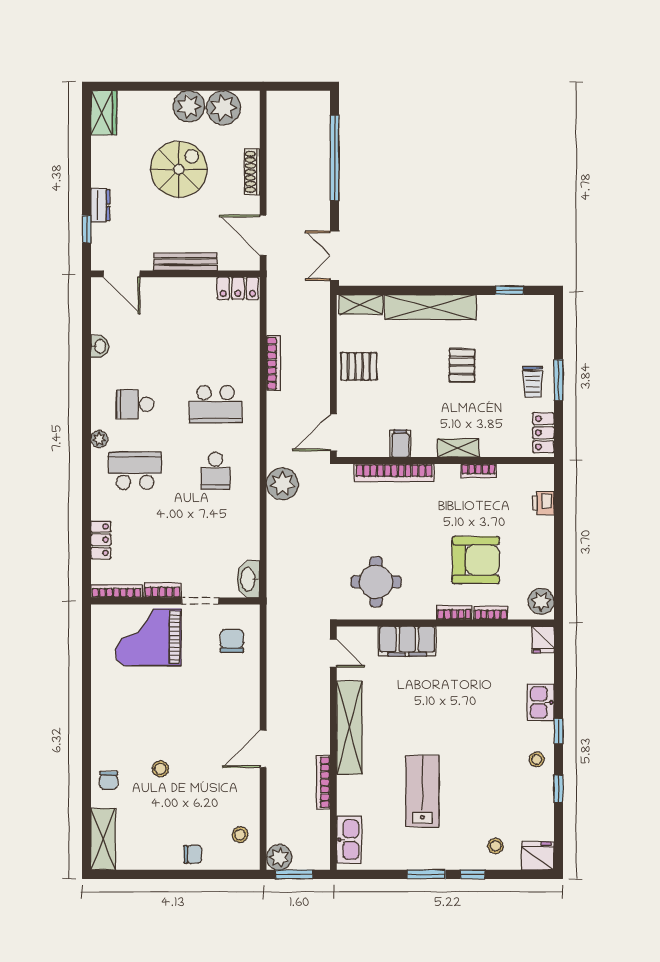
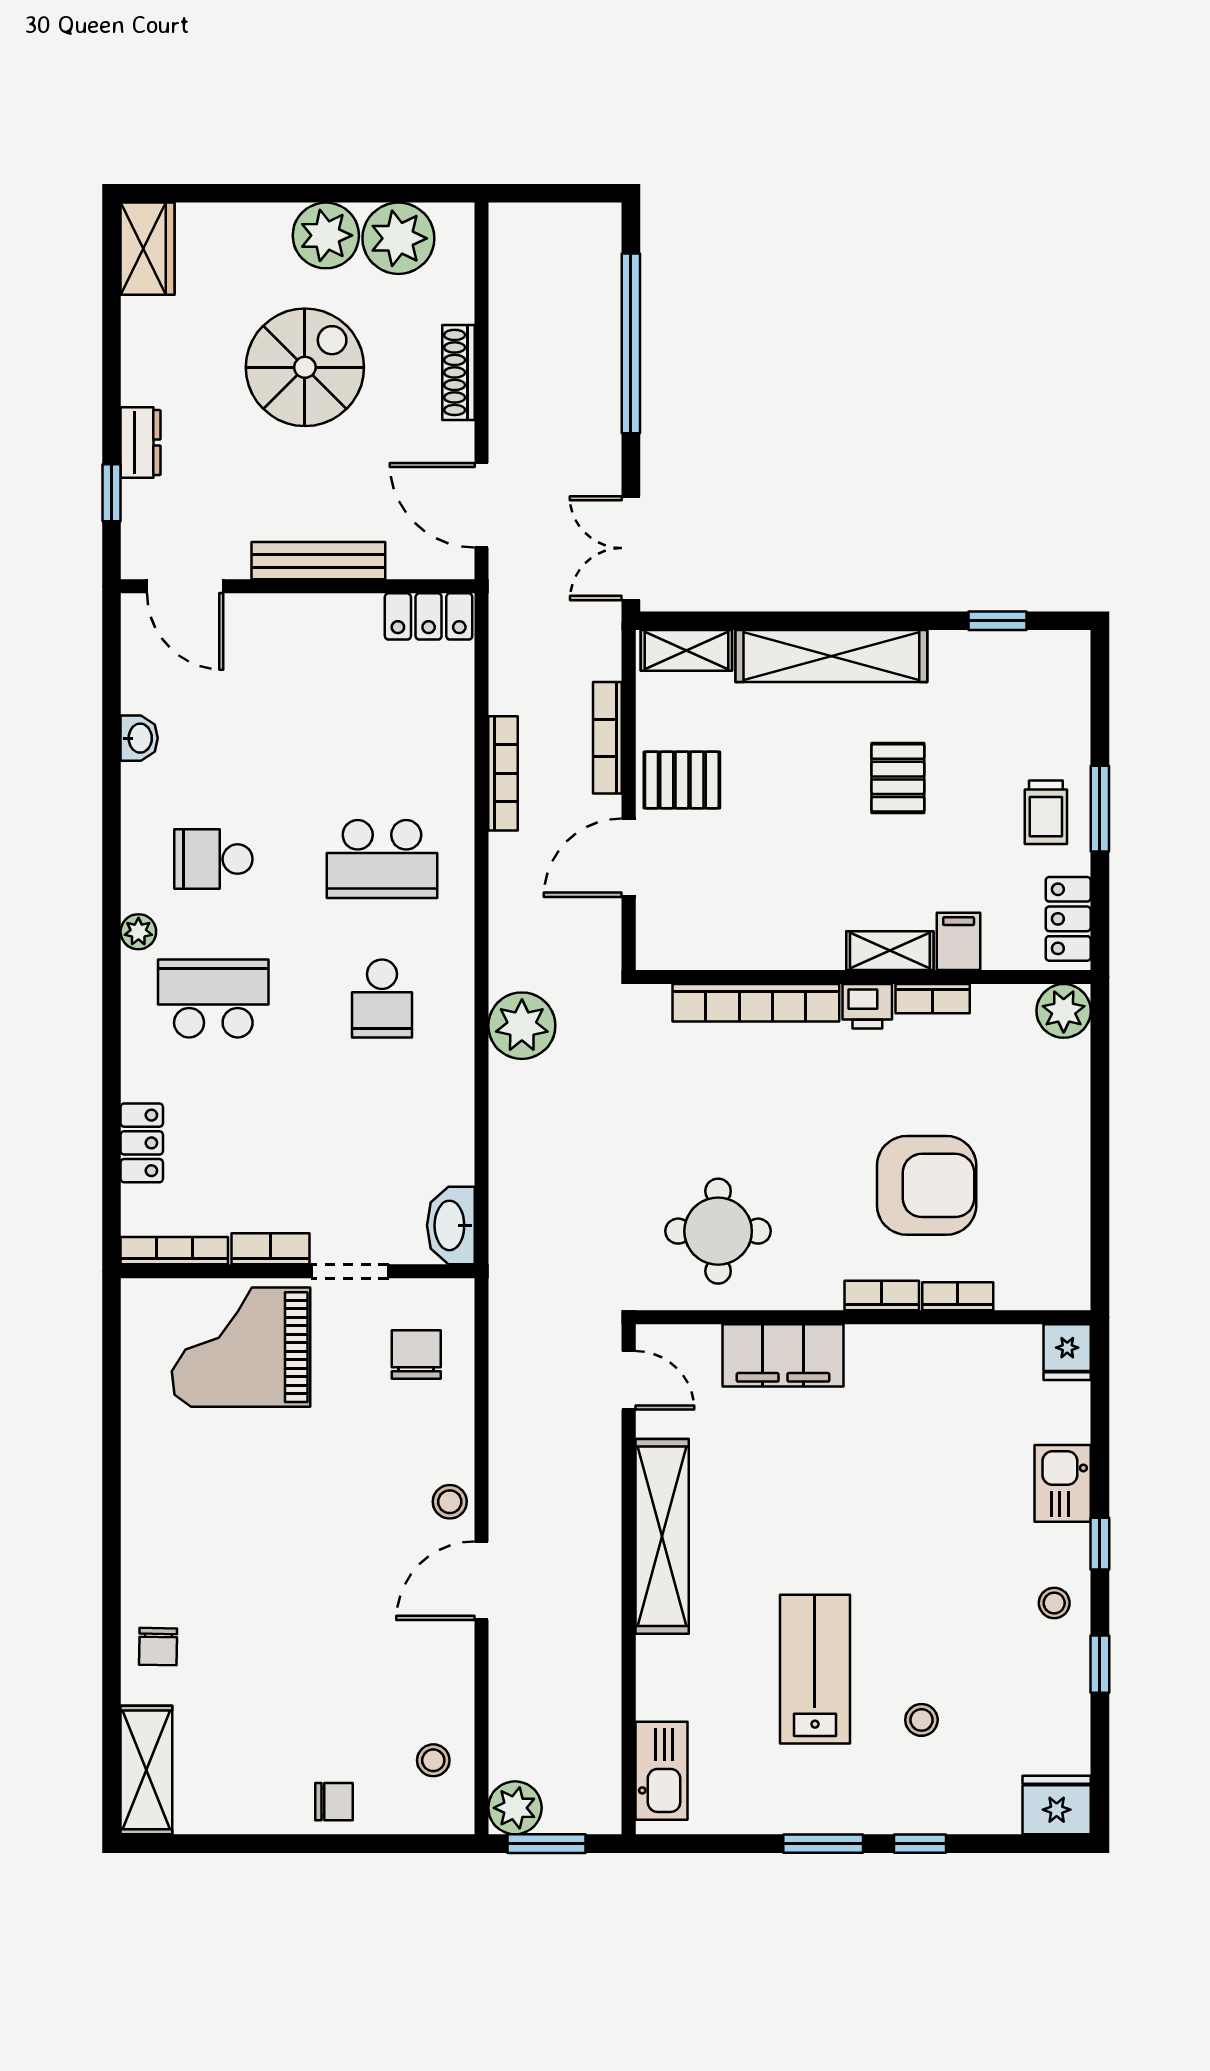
door: (333, 432) -> (629, 858), moved
filing cabinet: (400, 443) -> (959, 941), moved
printer: (543, 503) -> (867, 1006), moved, turned -90
plant: (541, 601) -> (1064, 1011), moved
stool: (160, 769) -> (450, 1502), moved
bookcase: (323, 782) -> (607, 738), moved
stool: (496, 846) -> (921, 1720), moved

